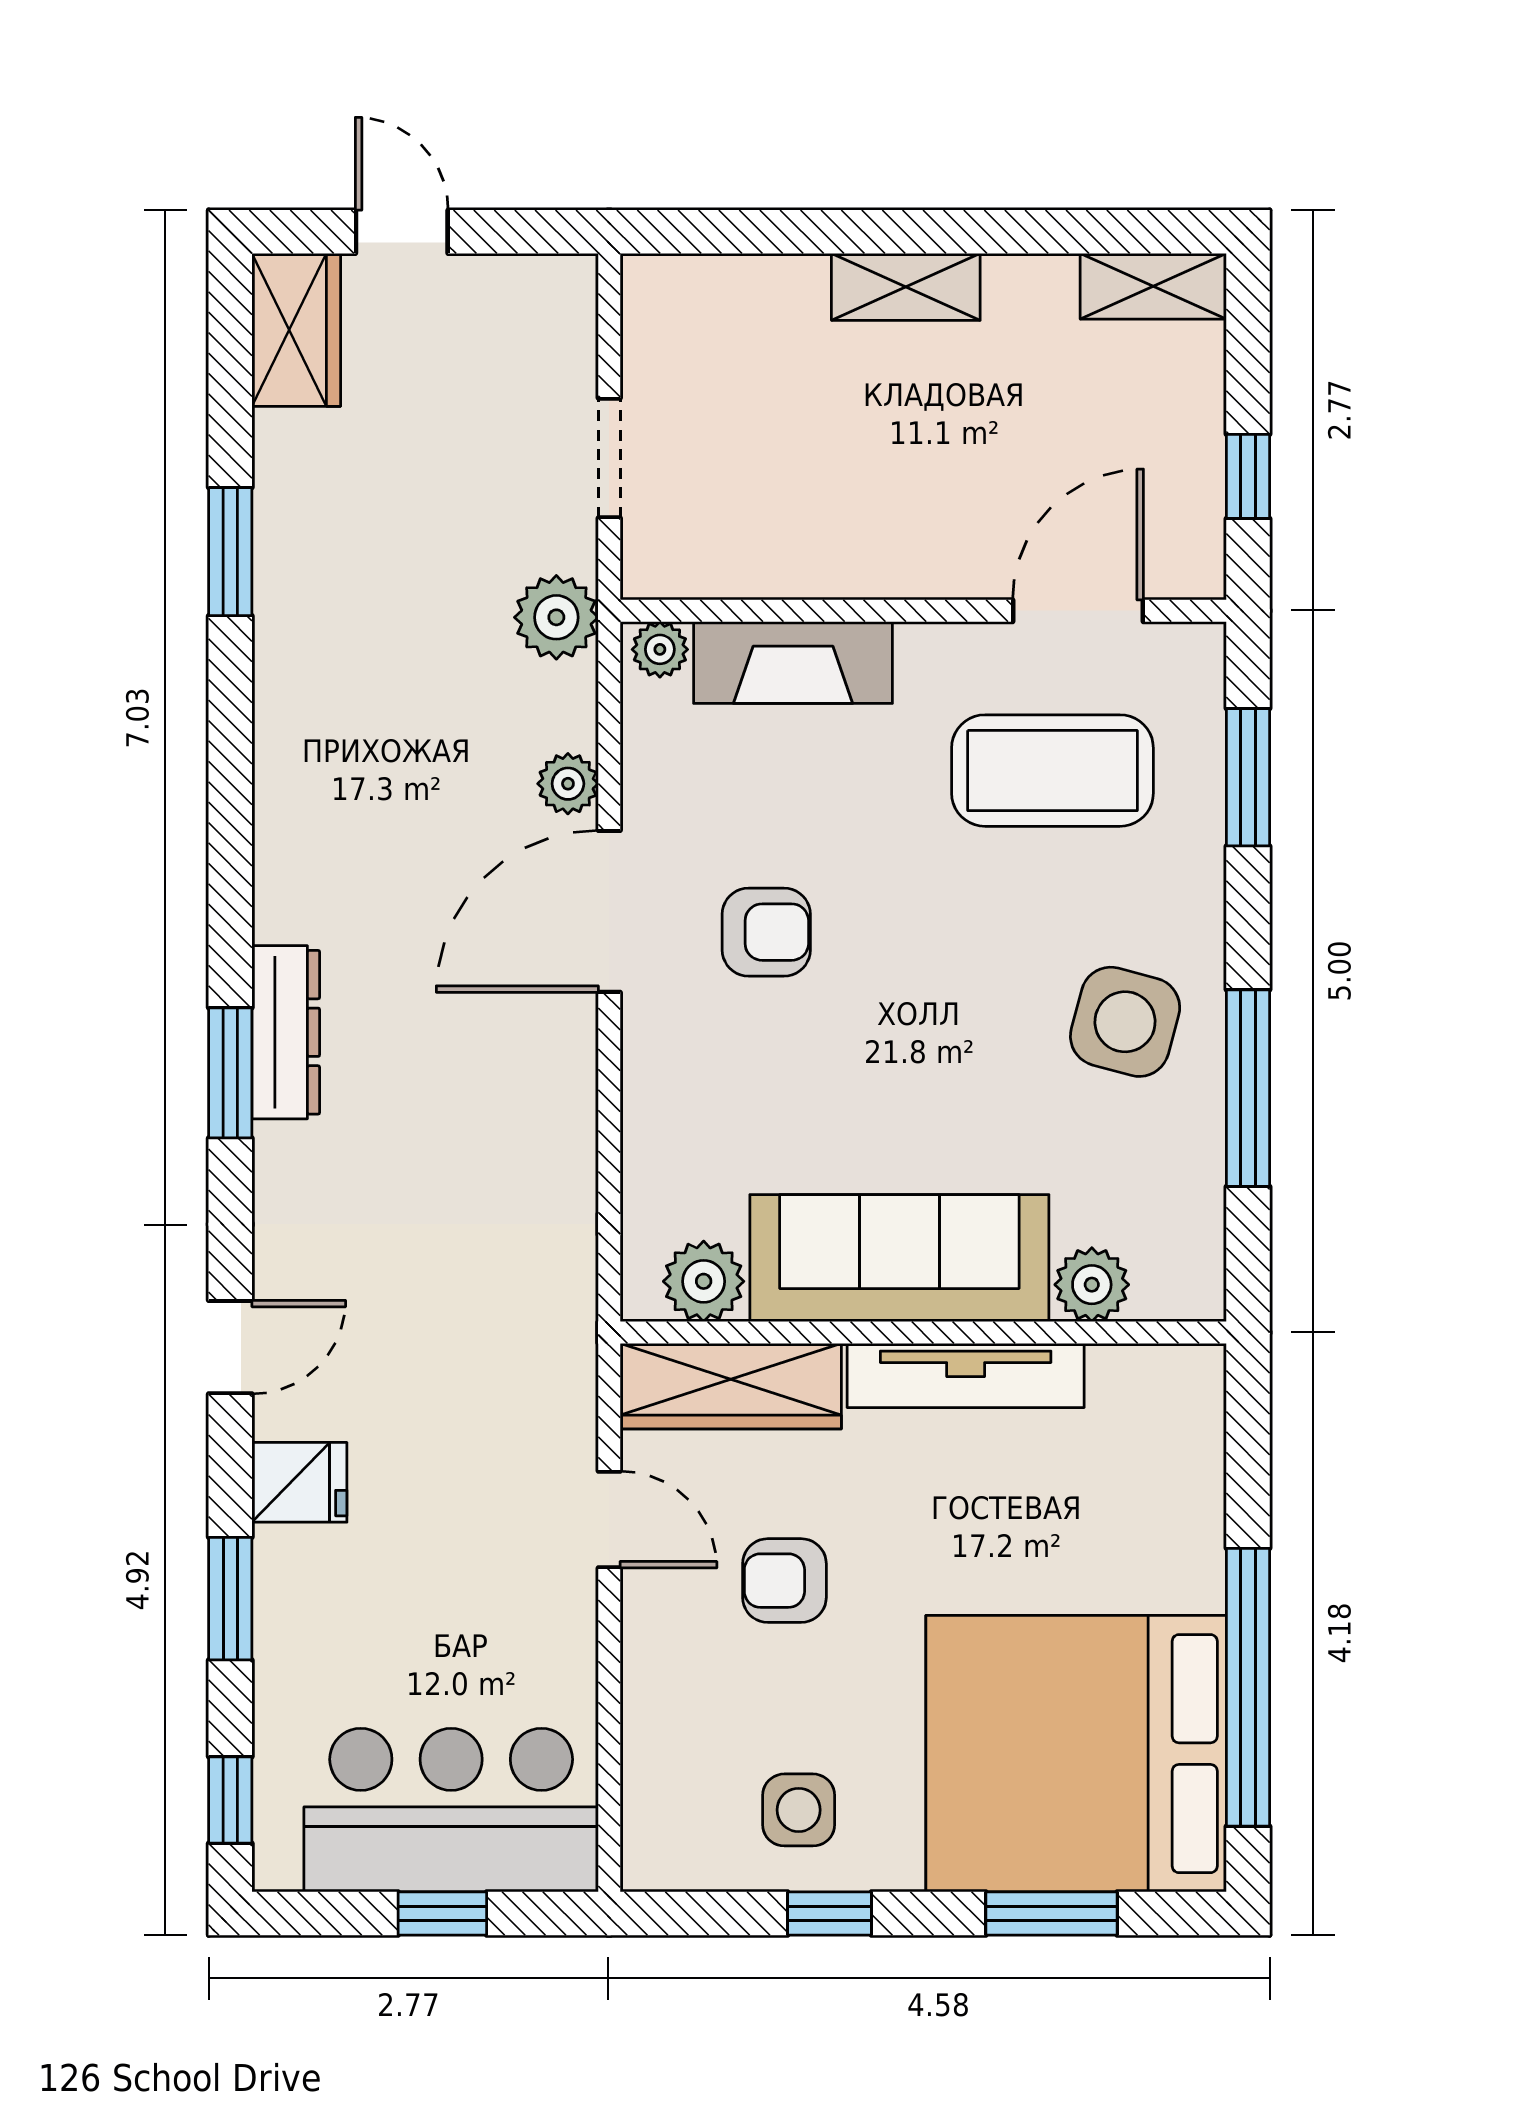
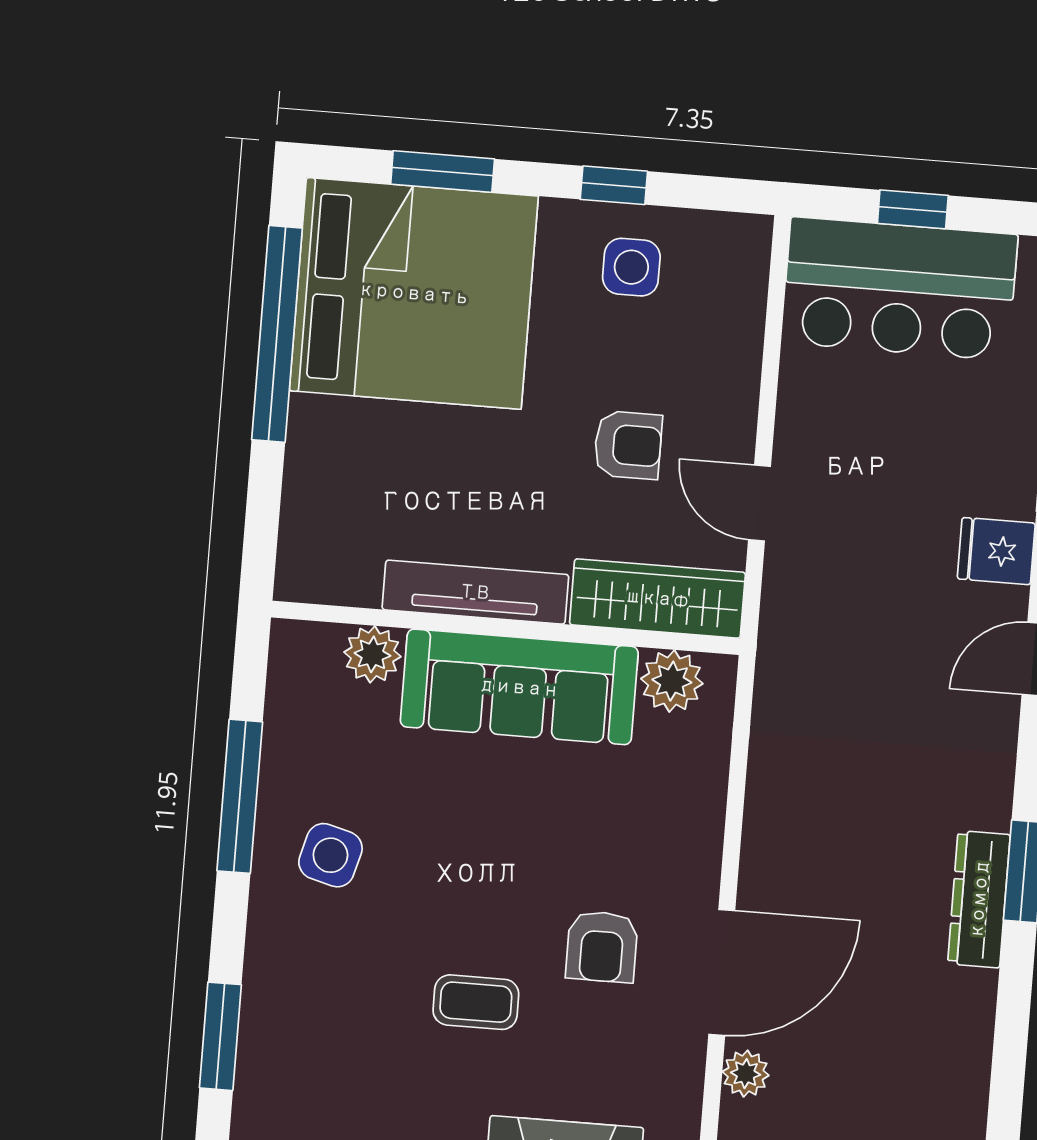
coffee table: (1052, 771) -> (476, 1002), moved, width x0.54, depth x0.58
armchair: (766, 932) -> (602, 947), turned -90
side table: (1125, 1022) -> (330, 855), width x0.73, depth x0.73

